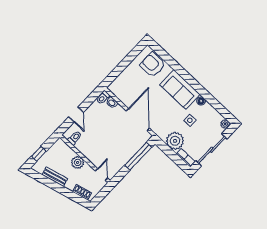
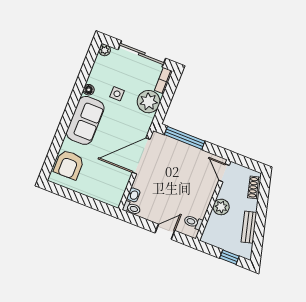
door: (101, 175) -> (224, 173), hinge flipped

